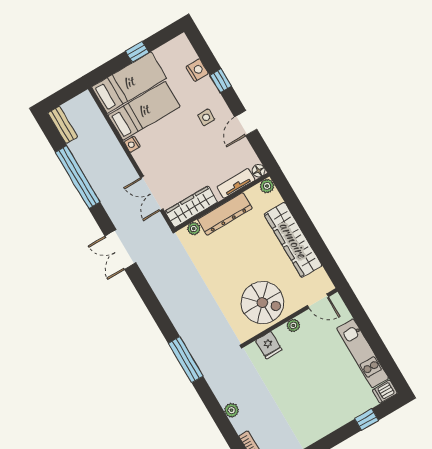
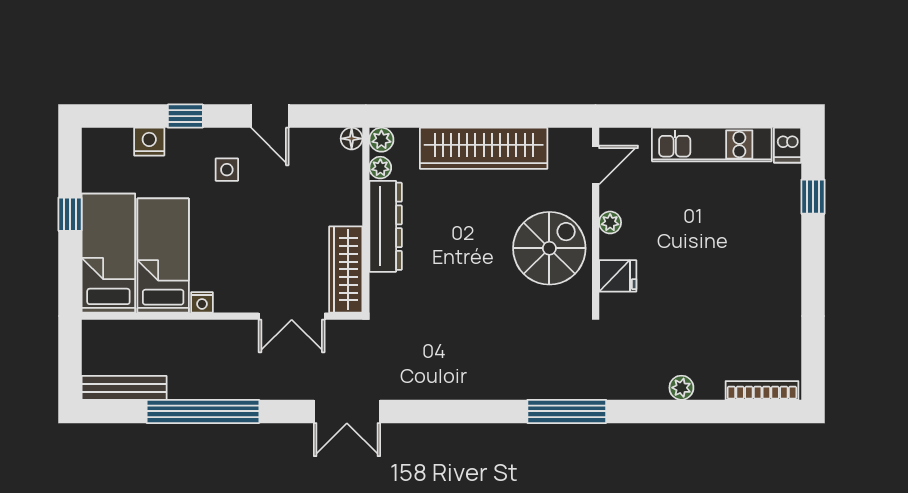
bench: (63, 125) -> (124, 388), width x1.36
tv unit: (236, 183) -> (350, 183), removed
plant: (194, 229) -> (380, 168), moved

